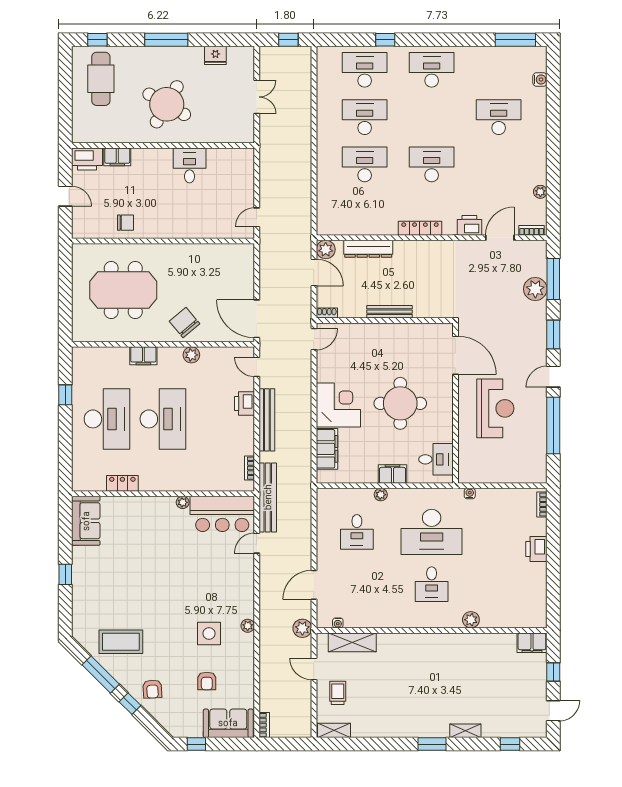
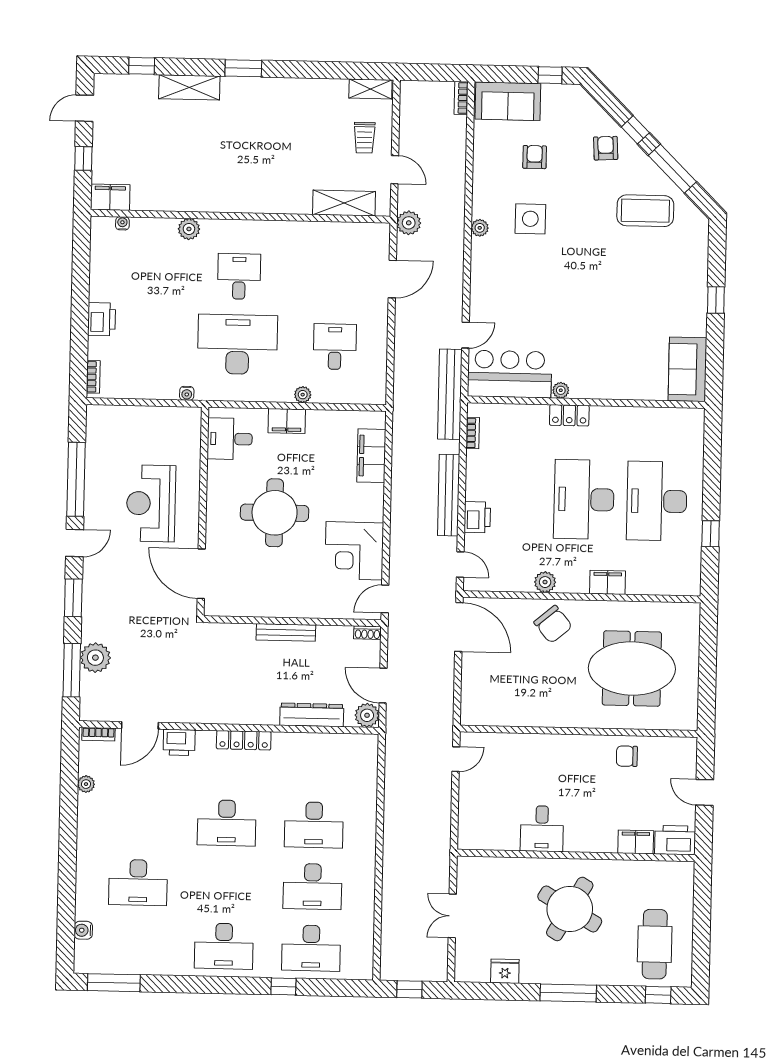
corner desk: (338, 405) -> (354, 551), moved
locker: (122, 483) -> (569, 415), moved
water cooler: (338, 623) -> (122, 223), moved
shelving: (465, 731) -> (189, 87), width x1.50, depth x1.33

